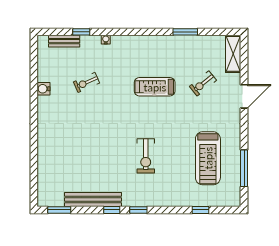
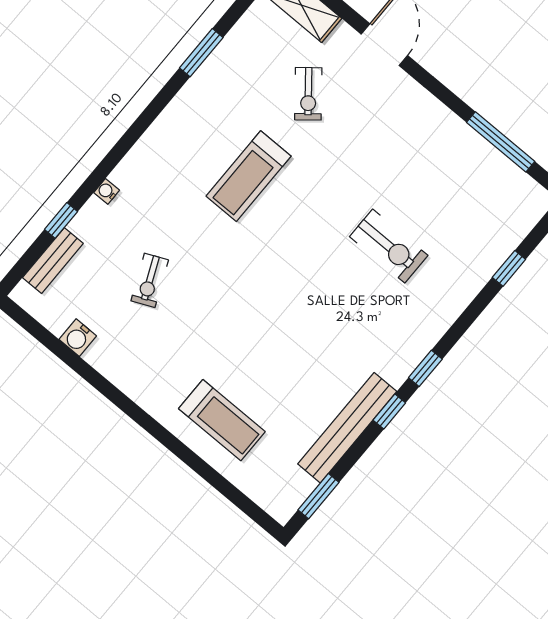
water cooler: (44, 89) -> (78, 338), moved
exercise bike: (146, 156) -> (389, 246), moved
treadmill: (208, 158) -> (222, 420), moved, width x0.73, depth x0.73

